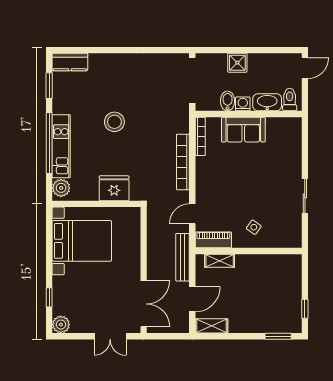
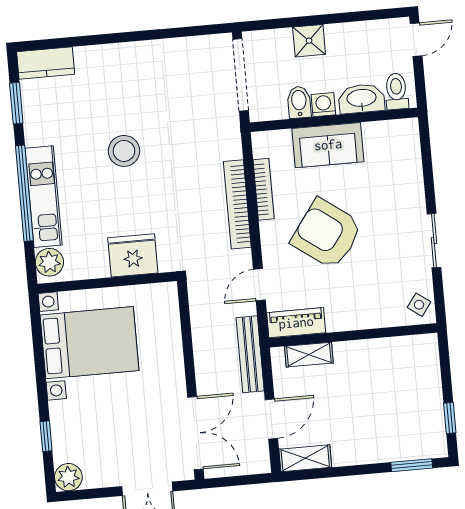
bookcase: (200, 136) -> (264, 189), moved
armchair: (238, 186) -> (327, 234), added
side table: (254, 227) -> (419, 305), moved

